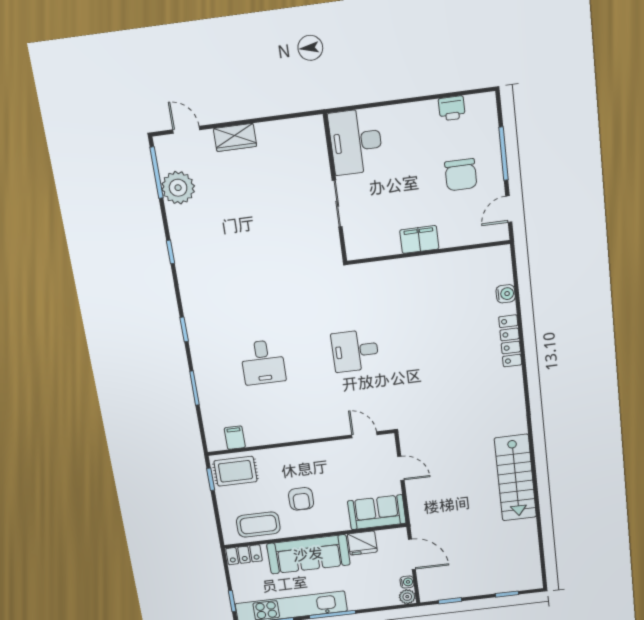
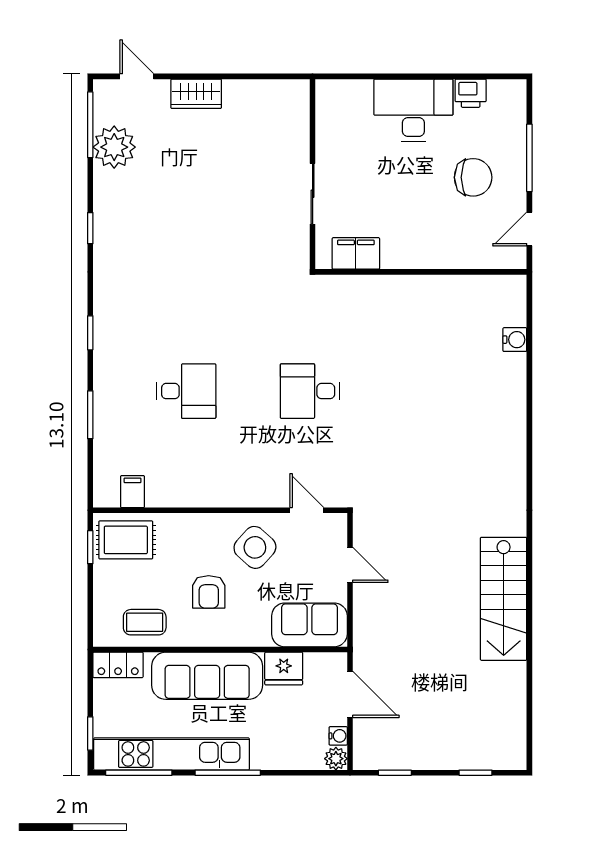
desk: (356, 142) -> (413, 110), moved, turned 90
chair: (461, 175) -> (473, 177), turned -90
filing cabinet: (419, 239) -> (356, 253), moved
locker: (510, 341) -> (515, 404), removed
desk: (263, 362) -> (186, 391), turned -90
side table: (330, 465) -> (255, 547), added
coffee table: (258, 525) -> (145, 622), width x0.73, depth x0.77

